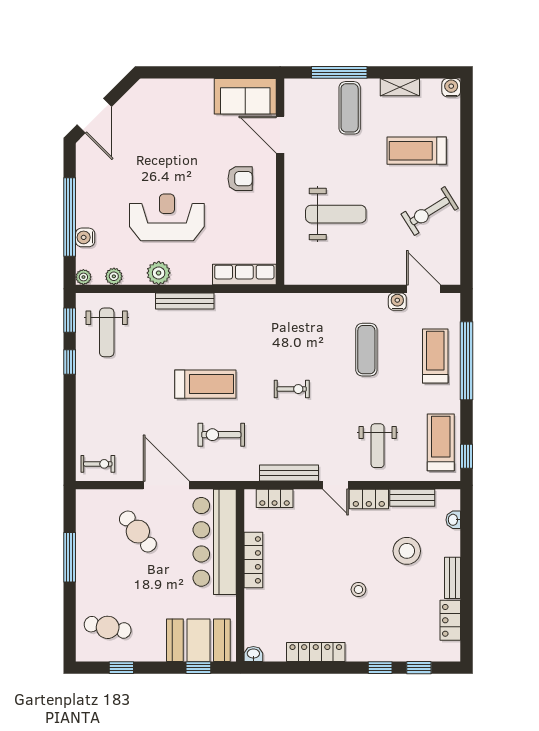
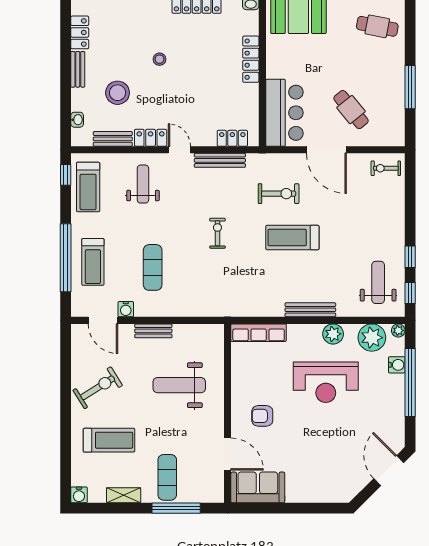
plant: (114, 276) -> (372, 338), width x1.87, depth x1.87
bench: (366, 277) -> (153, 331), added
exercise bike: (292, 389) -> (217, 233), turned 90
bar counter: (215, 542) -> (284, 113), width x0.73
locker: (253, 560) -> (251, 59), moved

